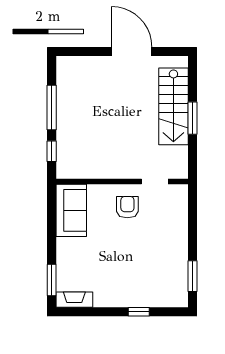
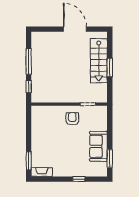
sofa: (71, 210) -> (98, 146), moved, turned 180

